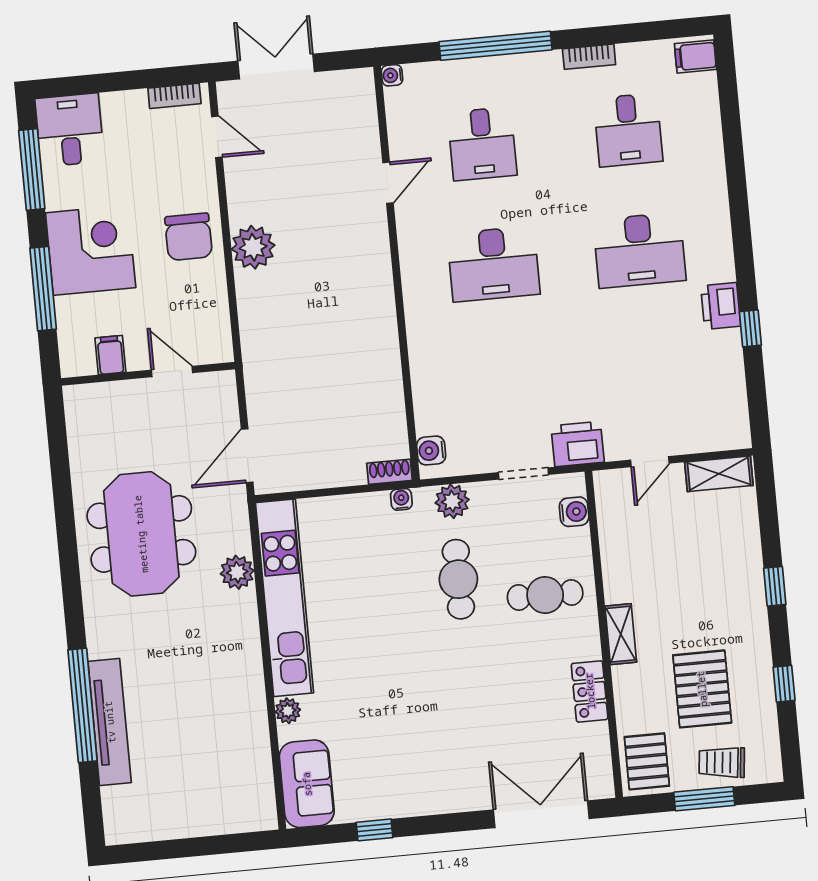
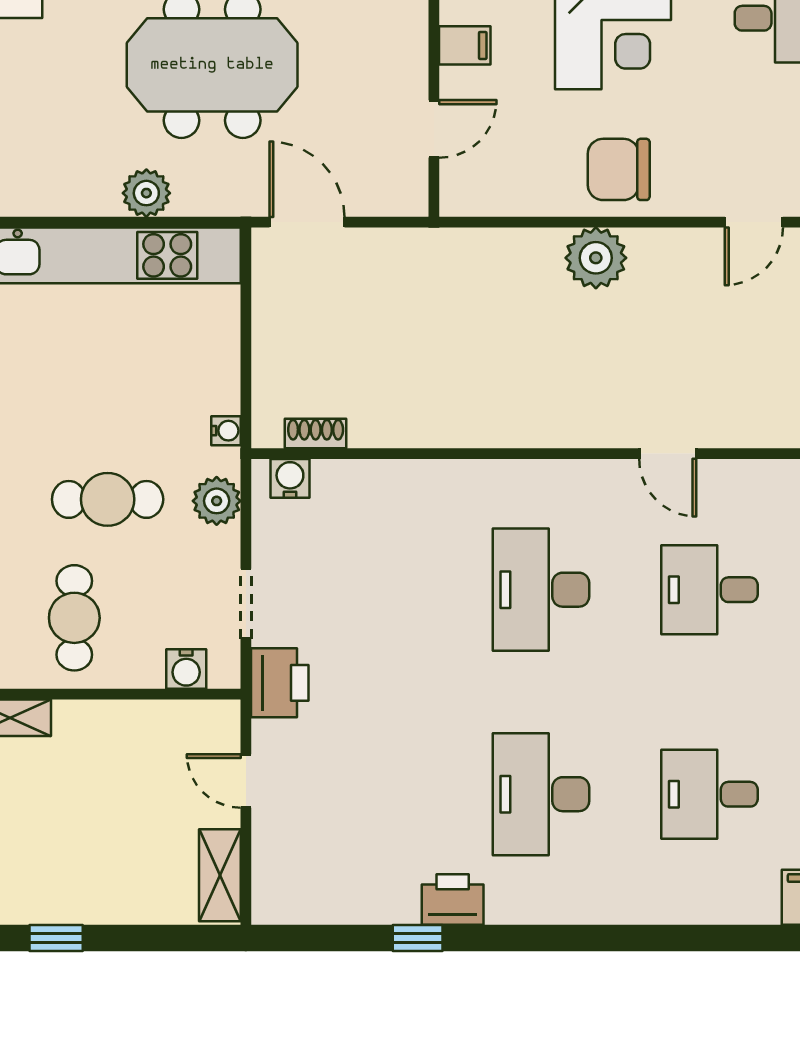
shoe rack: (390, 472) -> (316, 434), moved, turned -90

